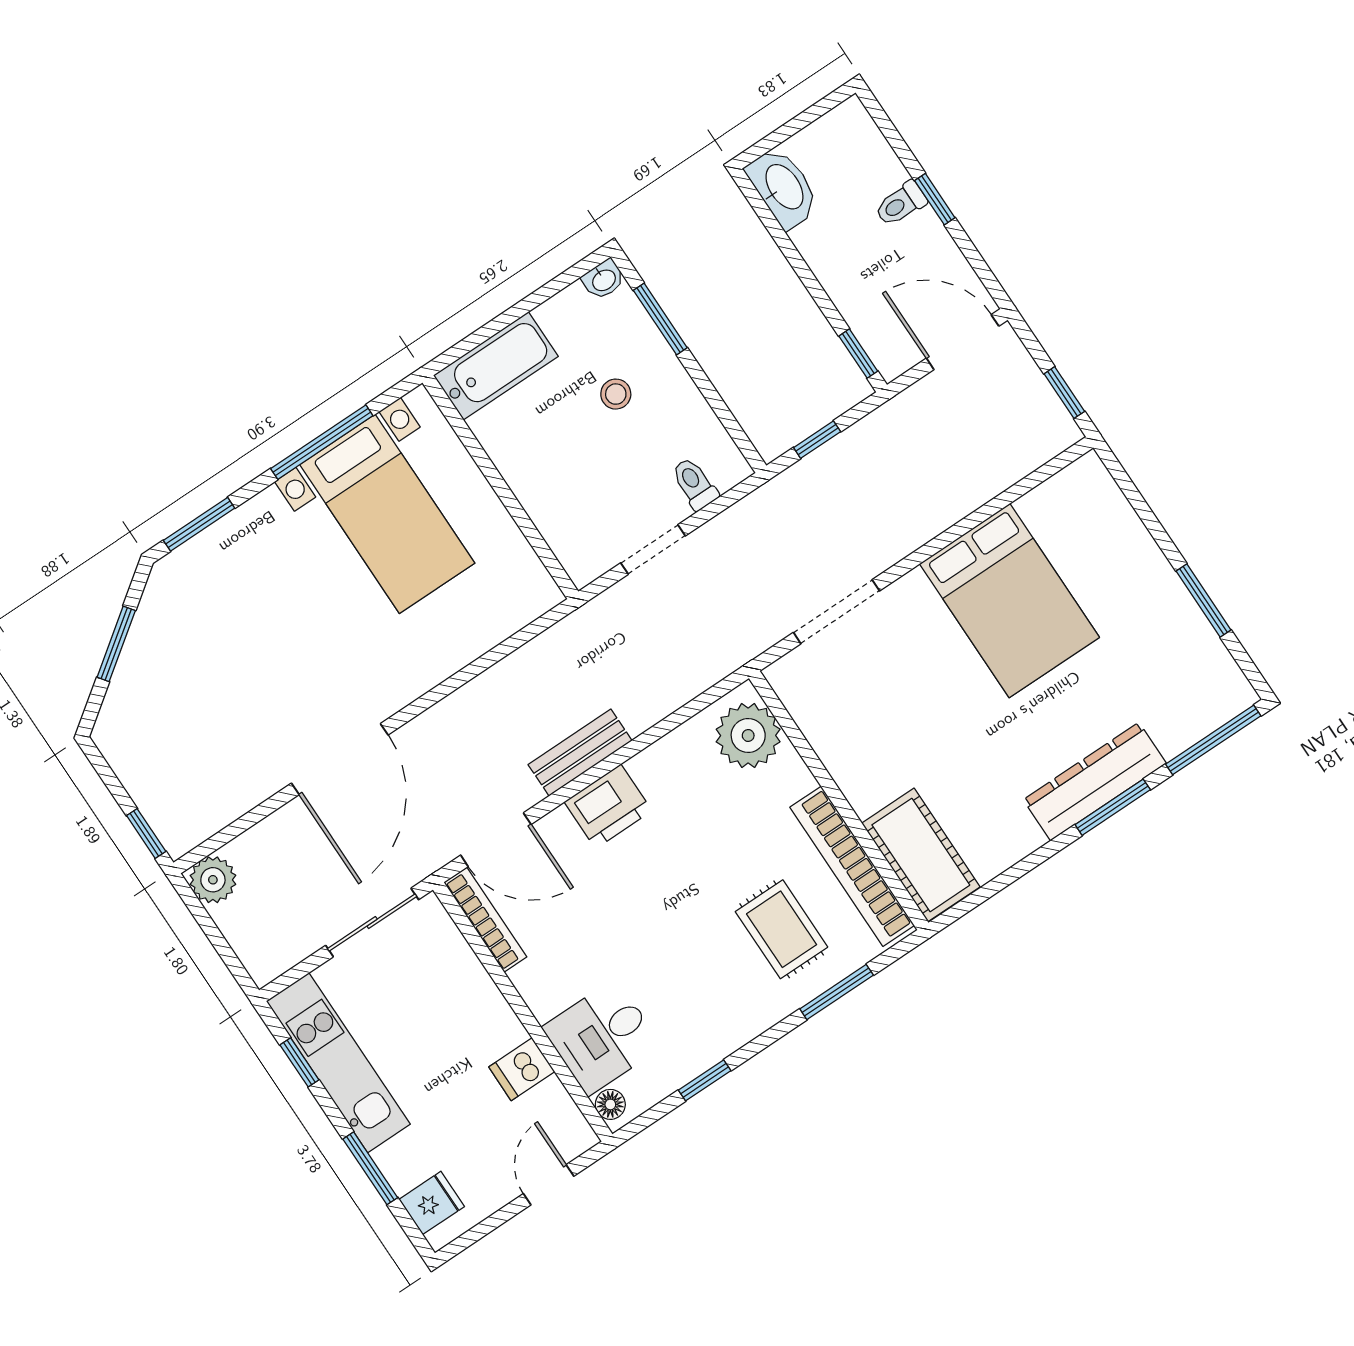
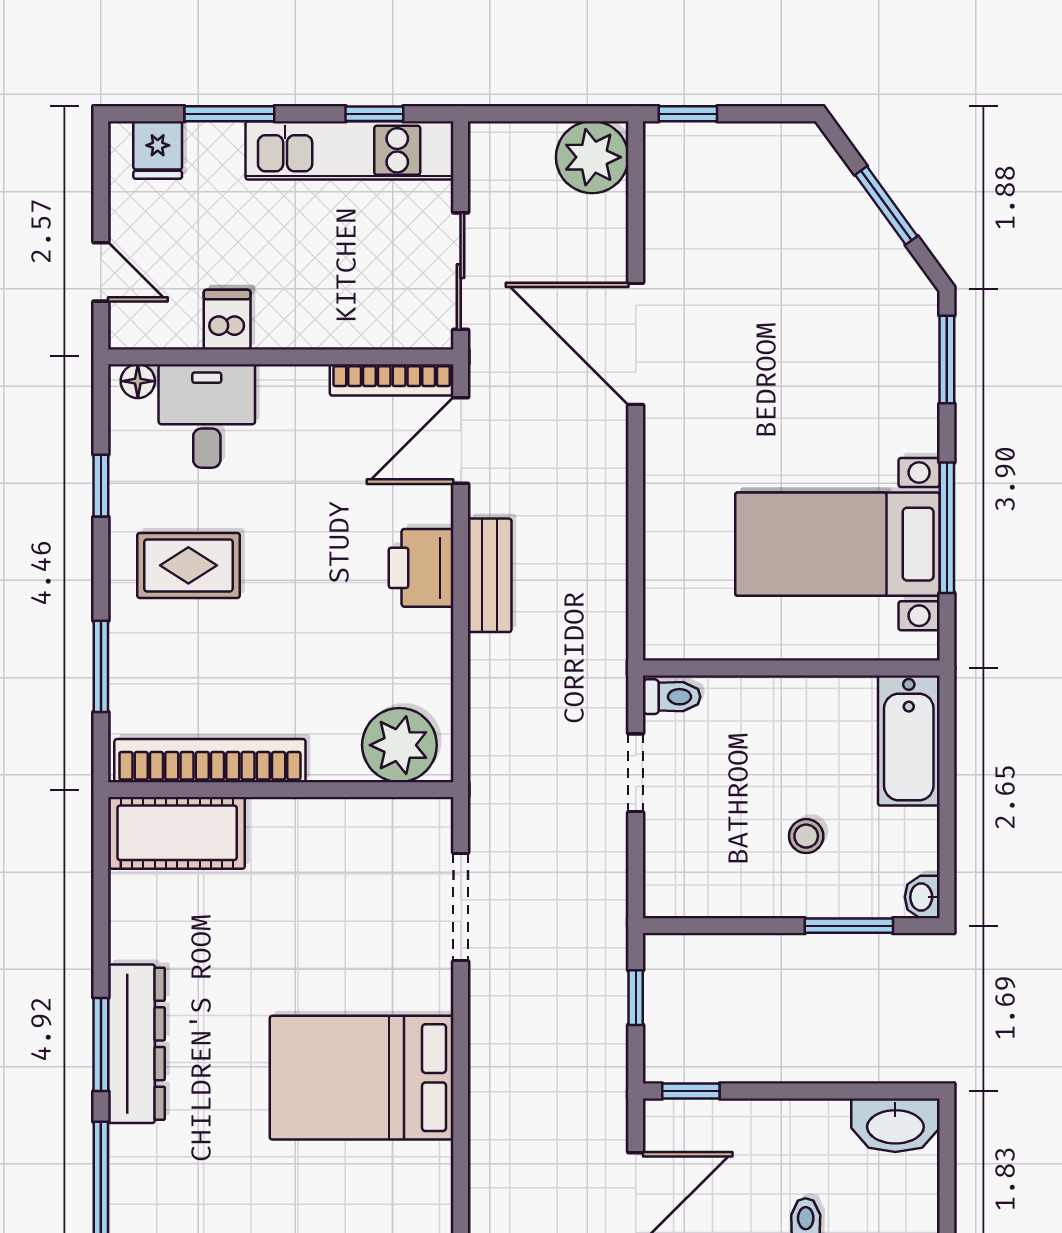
toilet: (694, 484) -> (672, 697), moved
plant: (213, 880) -> (592, 157), width x1.36, depth x1.36
rug: (782, 929) -> (188, 565), moved

